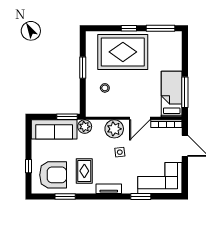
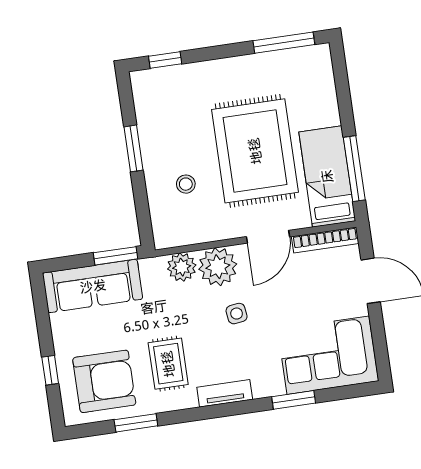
window: (129, 28) -> (165, 60), moved
rug: (123, 52) -> (255, 151), moved, turned 90
plant: (85, 127) -> (182, 267), moved

